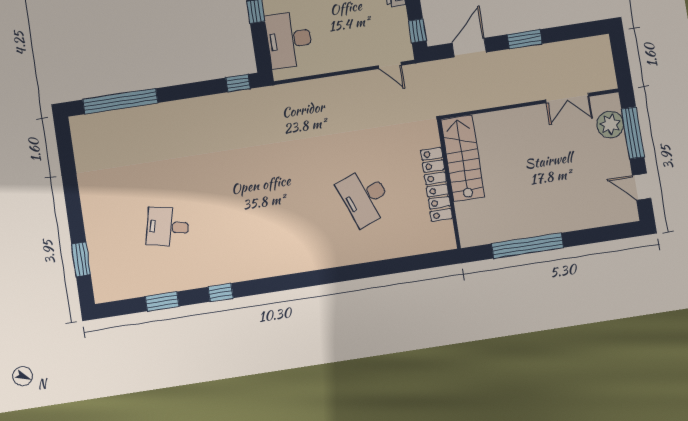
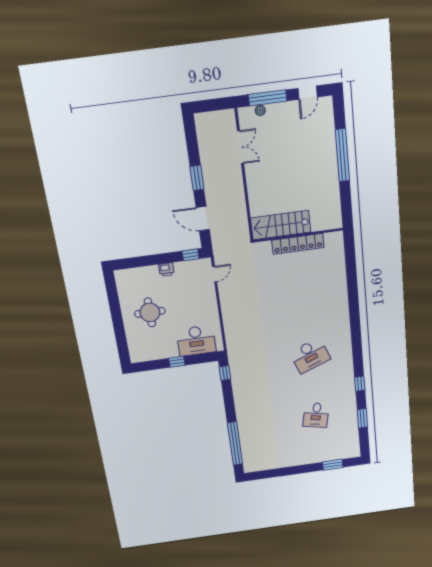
plant: (610, 124) -> (260, 110), width x0.53, depth x0.53
desk: (365, 197) -> (310, 356), moved
window: (527, 246) -> (342, 155), moved

